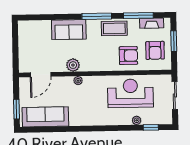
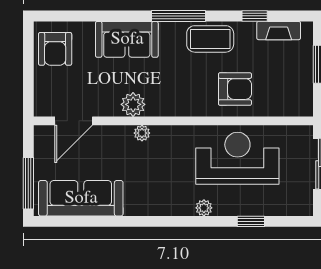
window: (138, 15) -> (255, 16), width x0.46
armchair: (155, 50) -> (55, 49), moved
window: (17, 109) -> (28, 183), width x1.44
plant: (137, 120) -> (204, 208), moved
window: (151, 127) -> (251, 221), moved

